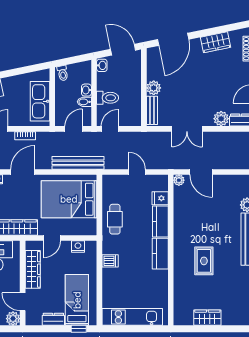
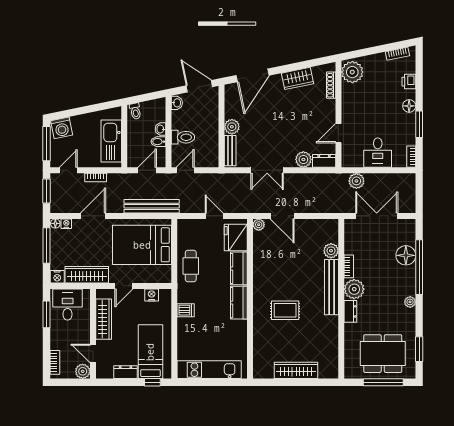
fridge: (160, 198) -> (236, 237), width x1.88, depth x1.34
rug: (204, 261) -> (285, 310), turned 90
wardrobe: (207, 318) -> (296, 370), width x1.50

